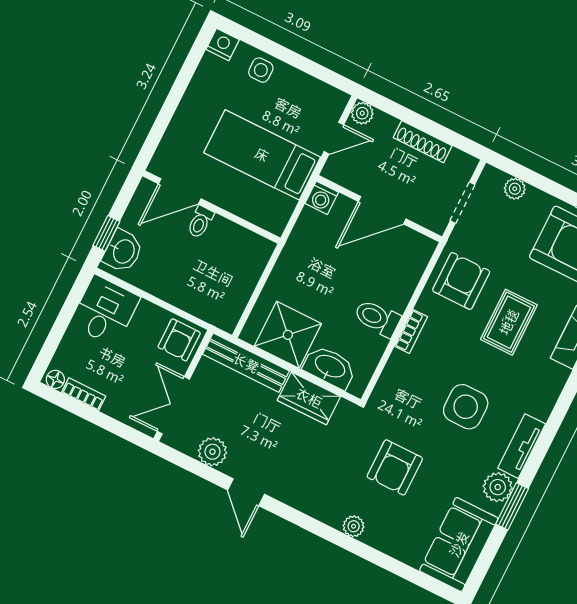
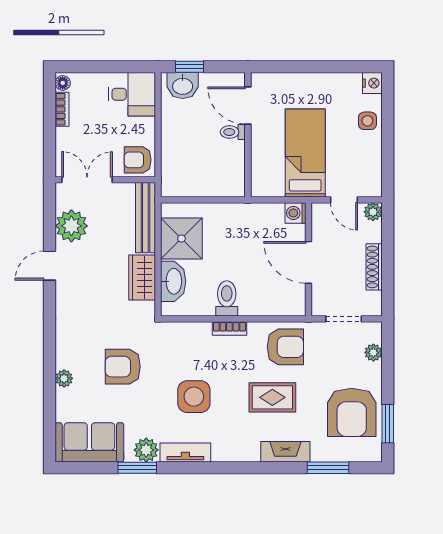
plant: (212, 452) -> (71, 226), width x1.36, depth x1.36
plant: (354, 526) -> (64, 378), moved

